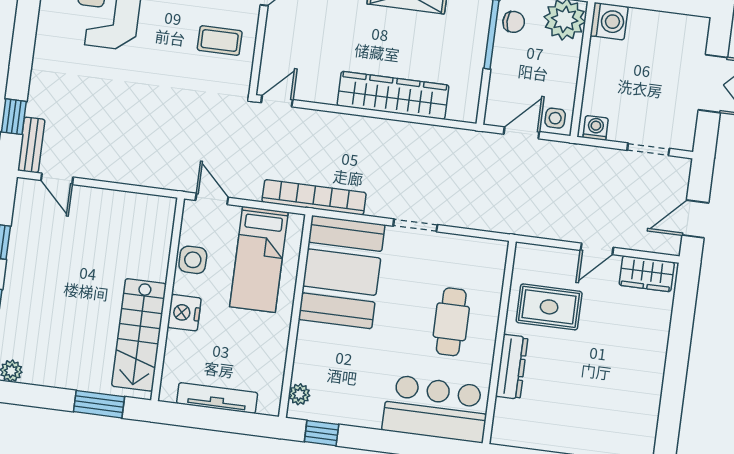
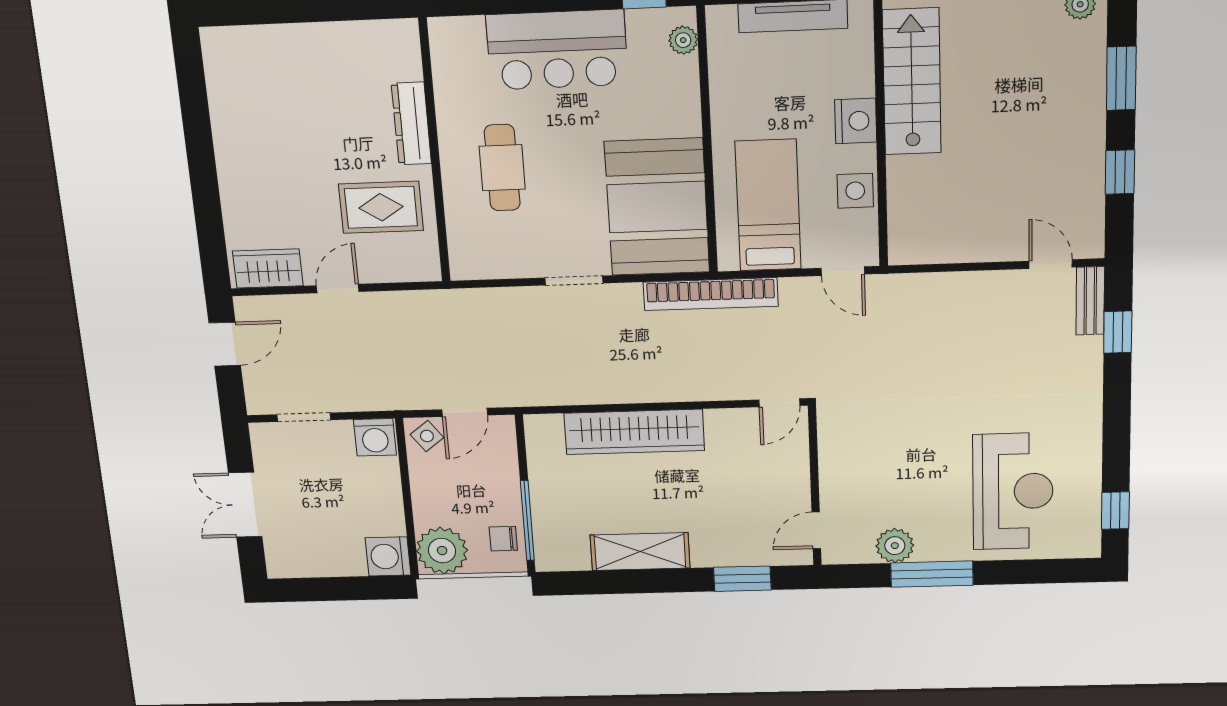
coffee table: (220, 41) -> (865, 463), removed
side table: (555, 118) -> (427, 436), turned -37
washing machine: (596, 128) -> (375, 437), width x1.38, depth x1.38
bar counter: (436, 409) -> (557, 50), moved

